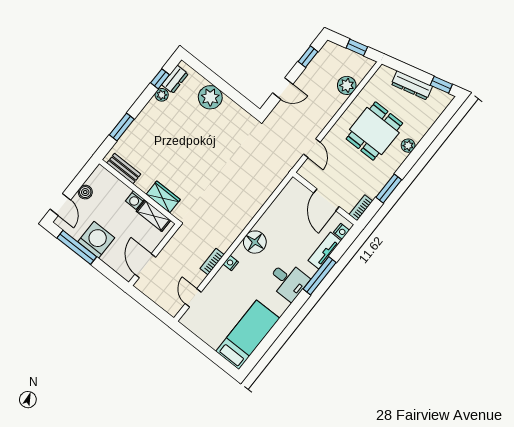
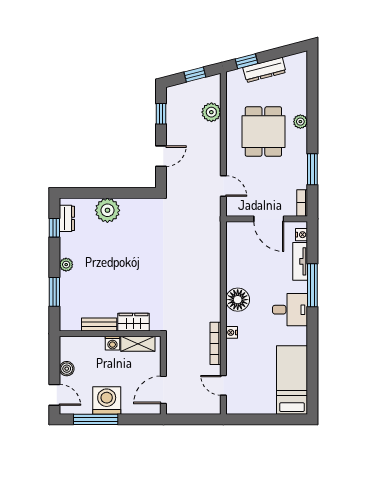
window: (441, 85) -> (246, 61), moved
plant: (162, 95) -> (66, 265), moved
bench: (124, 169) -> (99, 324), moved
bookcase: (212, 262) -> (215, 343), width x1.56
door: (145, 266) -> (163, 390), hinge flipped

